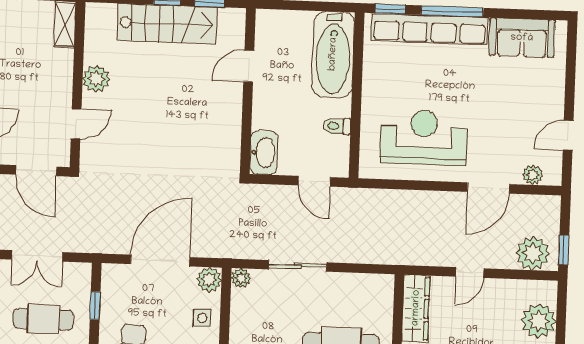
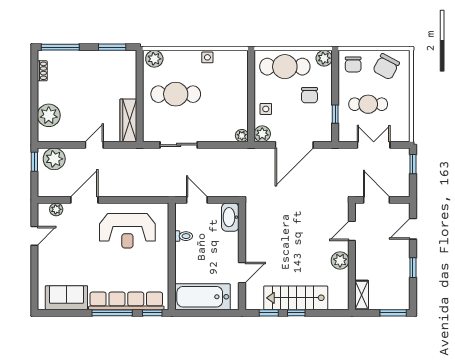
bathtub: (333, 54) -> (202, 297), moved, turned -90
sliding door: (297, 266) -> (179, 145), moved

